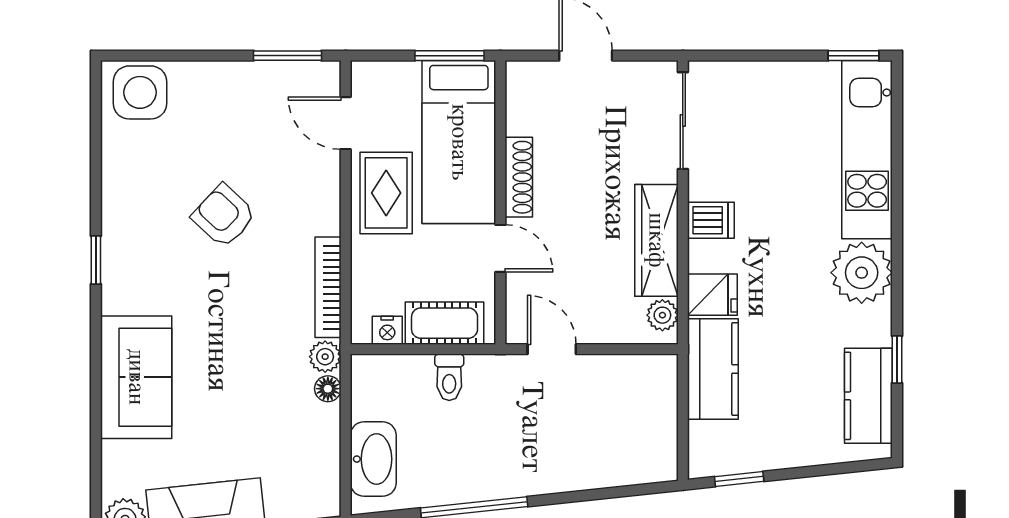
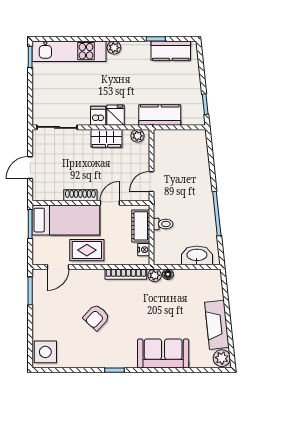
wardrobe: (656, 240) -> (107, 138), width x0.67
plant: (862, 273) -> (114, 48), width x0.53, depth x0.53
fridge: (712, 295) -> (116, 115), moved

